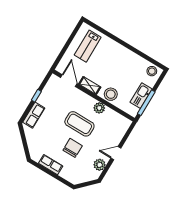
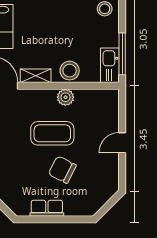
kitchen sink: (141, 96) -> (110, 65), moved
chair: (73, 148) -> (62, 170), turned -63
plant: (100, 165) -> (110, 170), removed

